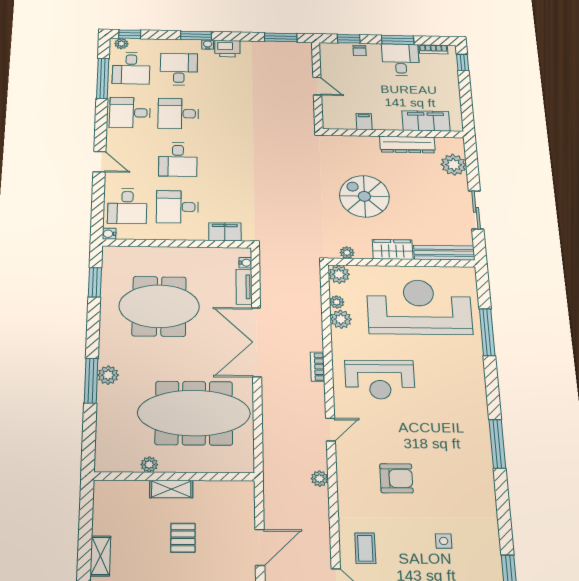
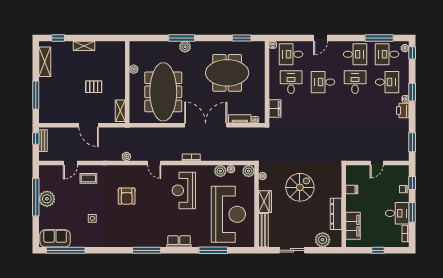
window: (463, 63) -> (378, 250), moved
desk: (130, 113) -> (355, 54), turned 90
meeting table: (159, 306) -> (227, 73), turned 90
row of seats: (476, 388) -> (179, 241), added
shelving: (171, 489) -> (120, 111), moved

